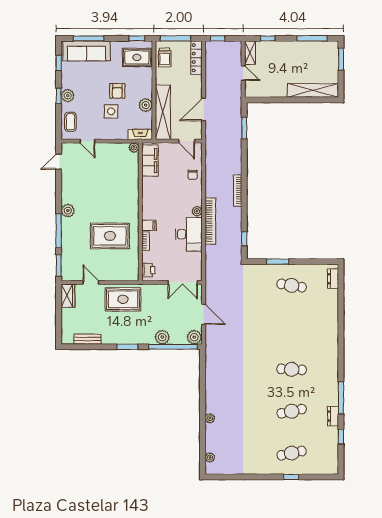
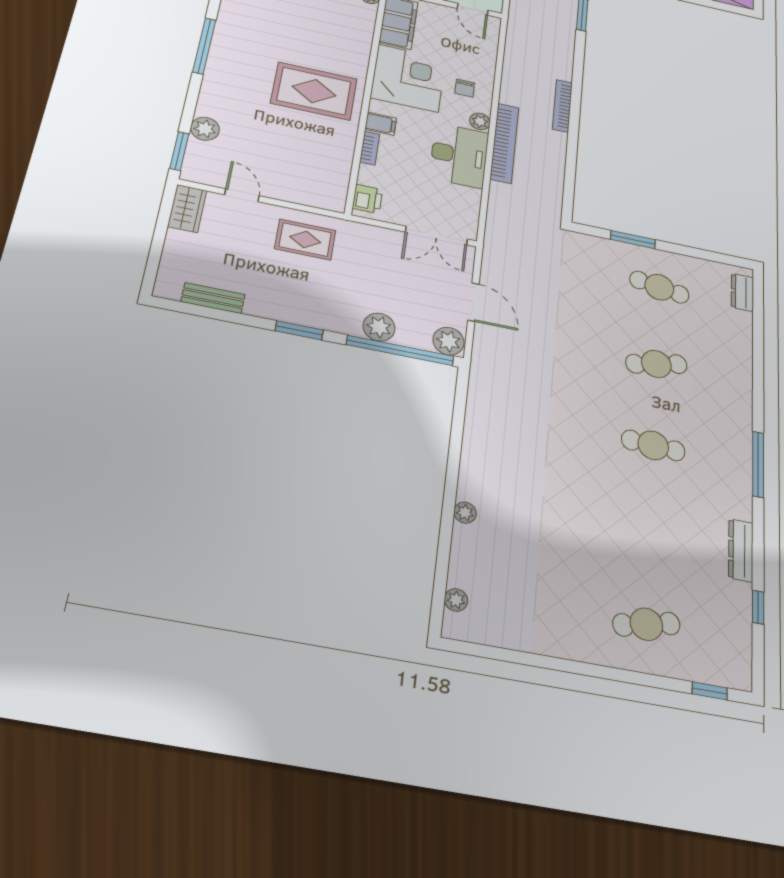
chair: (193, 175) -> (465, 88), moved
corner desk: (159, 194) -> (408, 78), added
plant: (68, 211) -> (205, 129), moved
window: (59, 231) -> (204, 46), moved
rug: (110, 236) -> (314, 91), moved
window: (244, 239) -> (569, 187), removed
rug: (123, 299) -> (305, 240), width x0.73, depth x0.70
window: (341, 398) -> (758, 464), moved
cafe table: (292, 411) -> (656, 364), moved
dresser: (333, 416) -> (741, 550), width x1.44
window: (291, 477) -> (710, 691), moved

